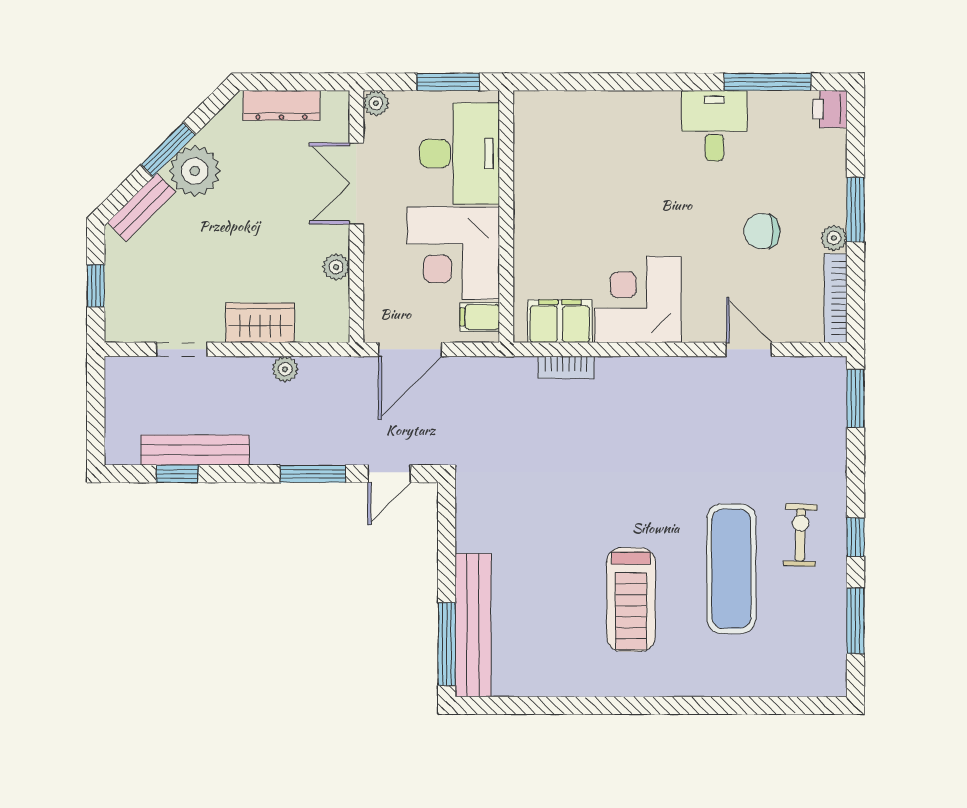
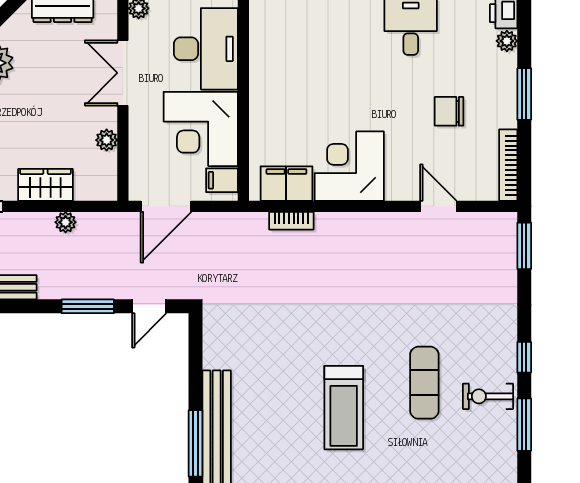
plant: (834, 238) -> (507, 41), moved
exercise bike: (800, 535) -> (488, 396), moved, turned -92
exercise mat: (731, 569) -> (424, 383), width x0.73, depth x0.69

